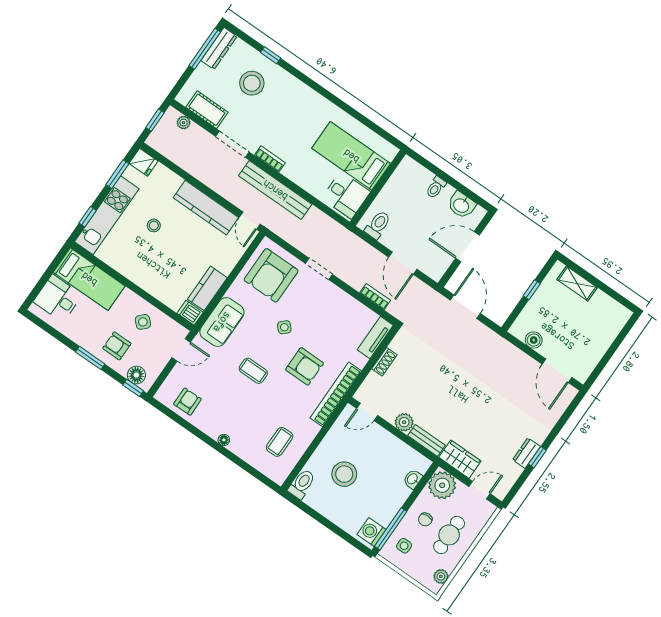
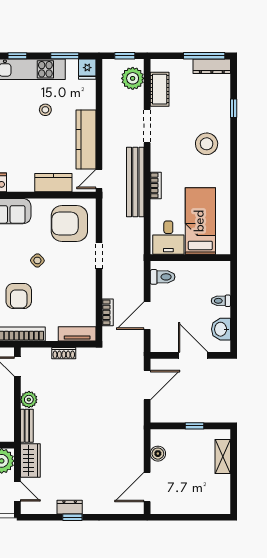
stool: (252, 83) -> (207, 144), moved
plant: (184, 123) -> (133, 78), width x1.88, depth x1.88
bookcase: (270, 159) -> (156, 185), moved
kitchen counter: (207, 288) -> (53, 183), moved

